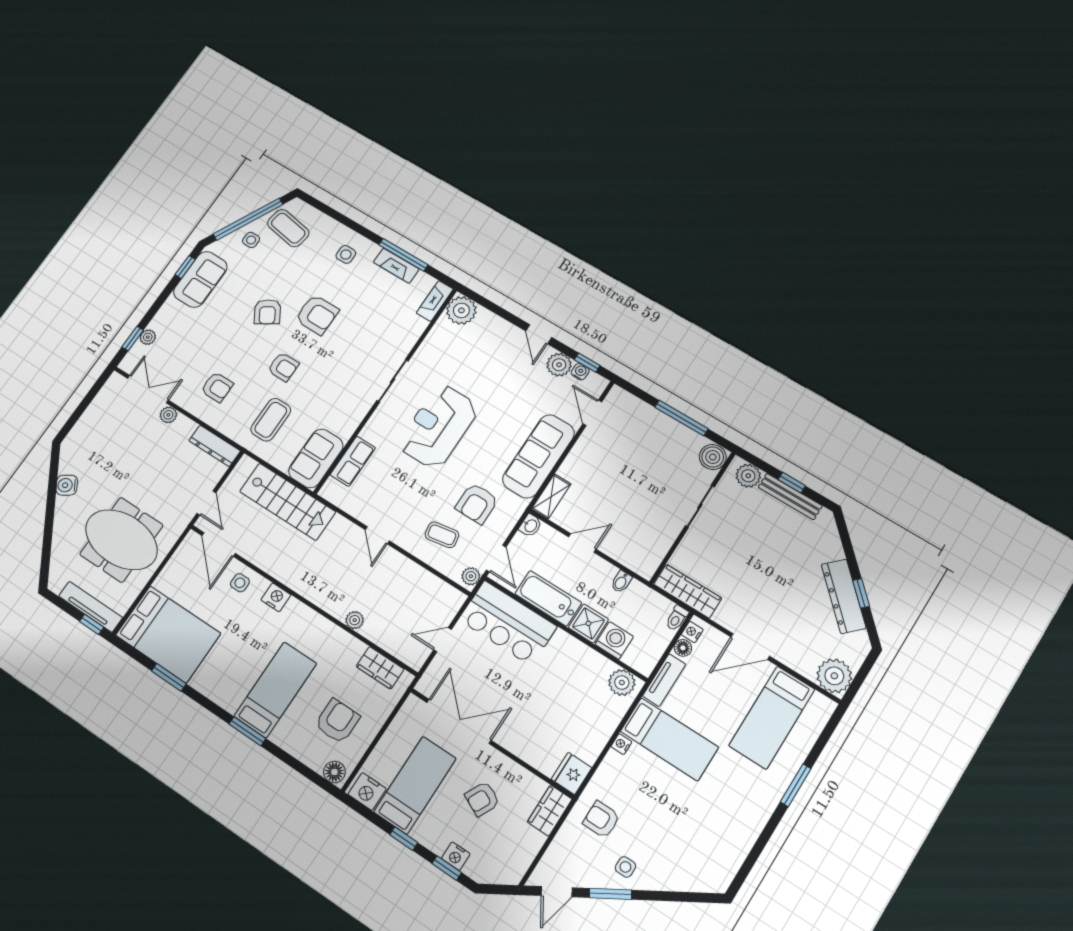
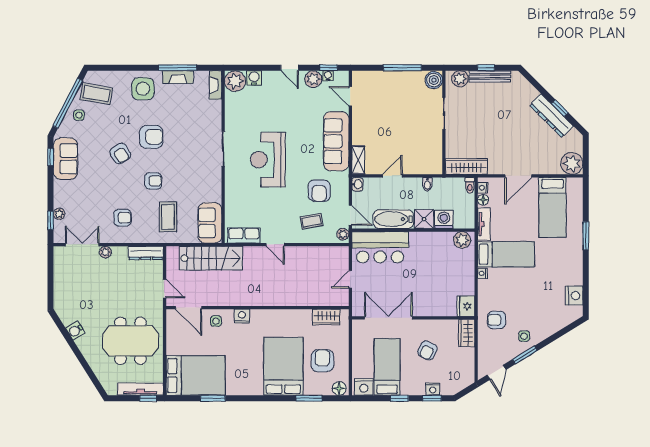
side table: (346, 254) -> (143, 89), width x1.87, depth x1.87
water cooler: (487, 320) -> (254, 78), added
row of seats: (353, 461) -> (244, 235), moved, turned -90
plant: (355, 620) -> (295, 300), removed
bed: (275, 690) -> (283, 366), width x1.50
window: (247, 731) -> (309, 398), moved
nightstand: (730, 857) -> (574, 296), added

